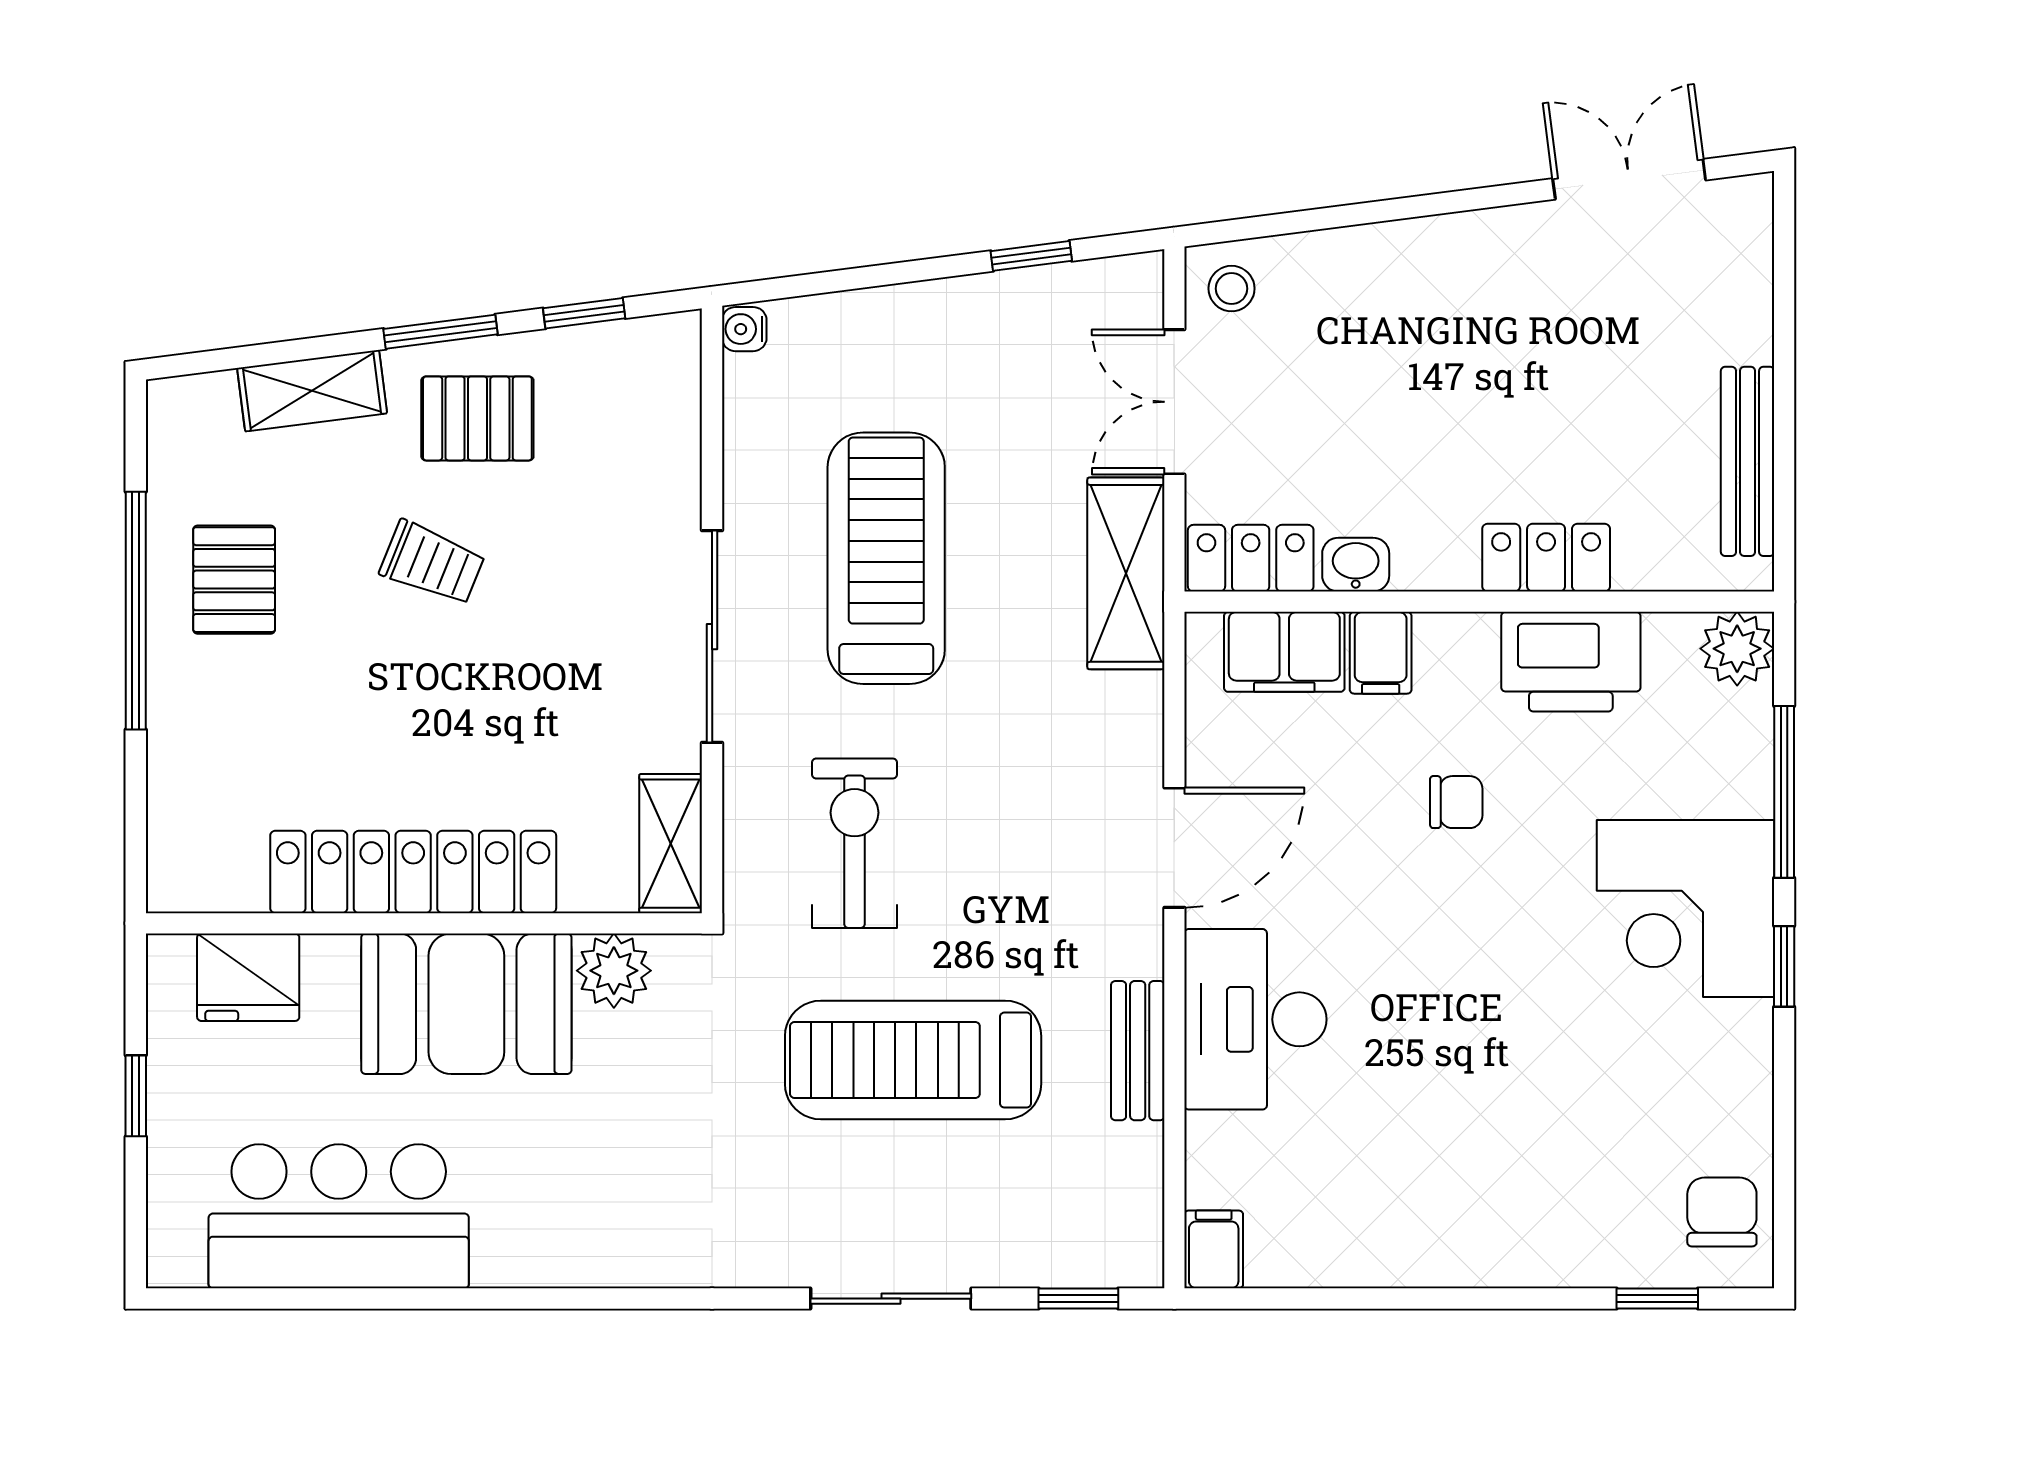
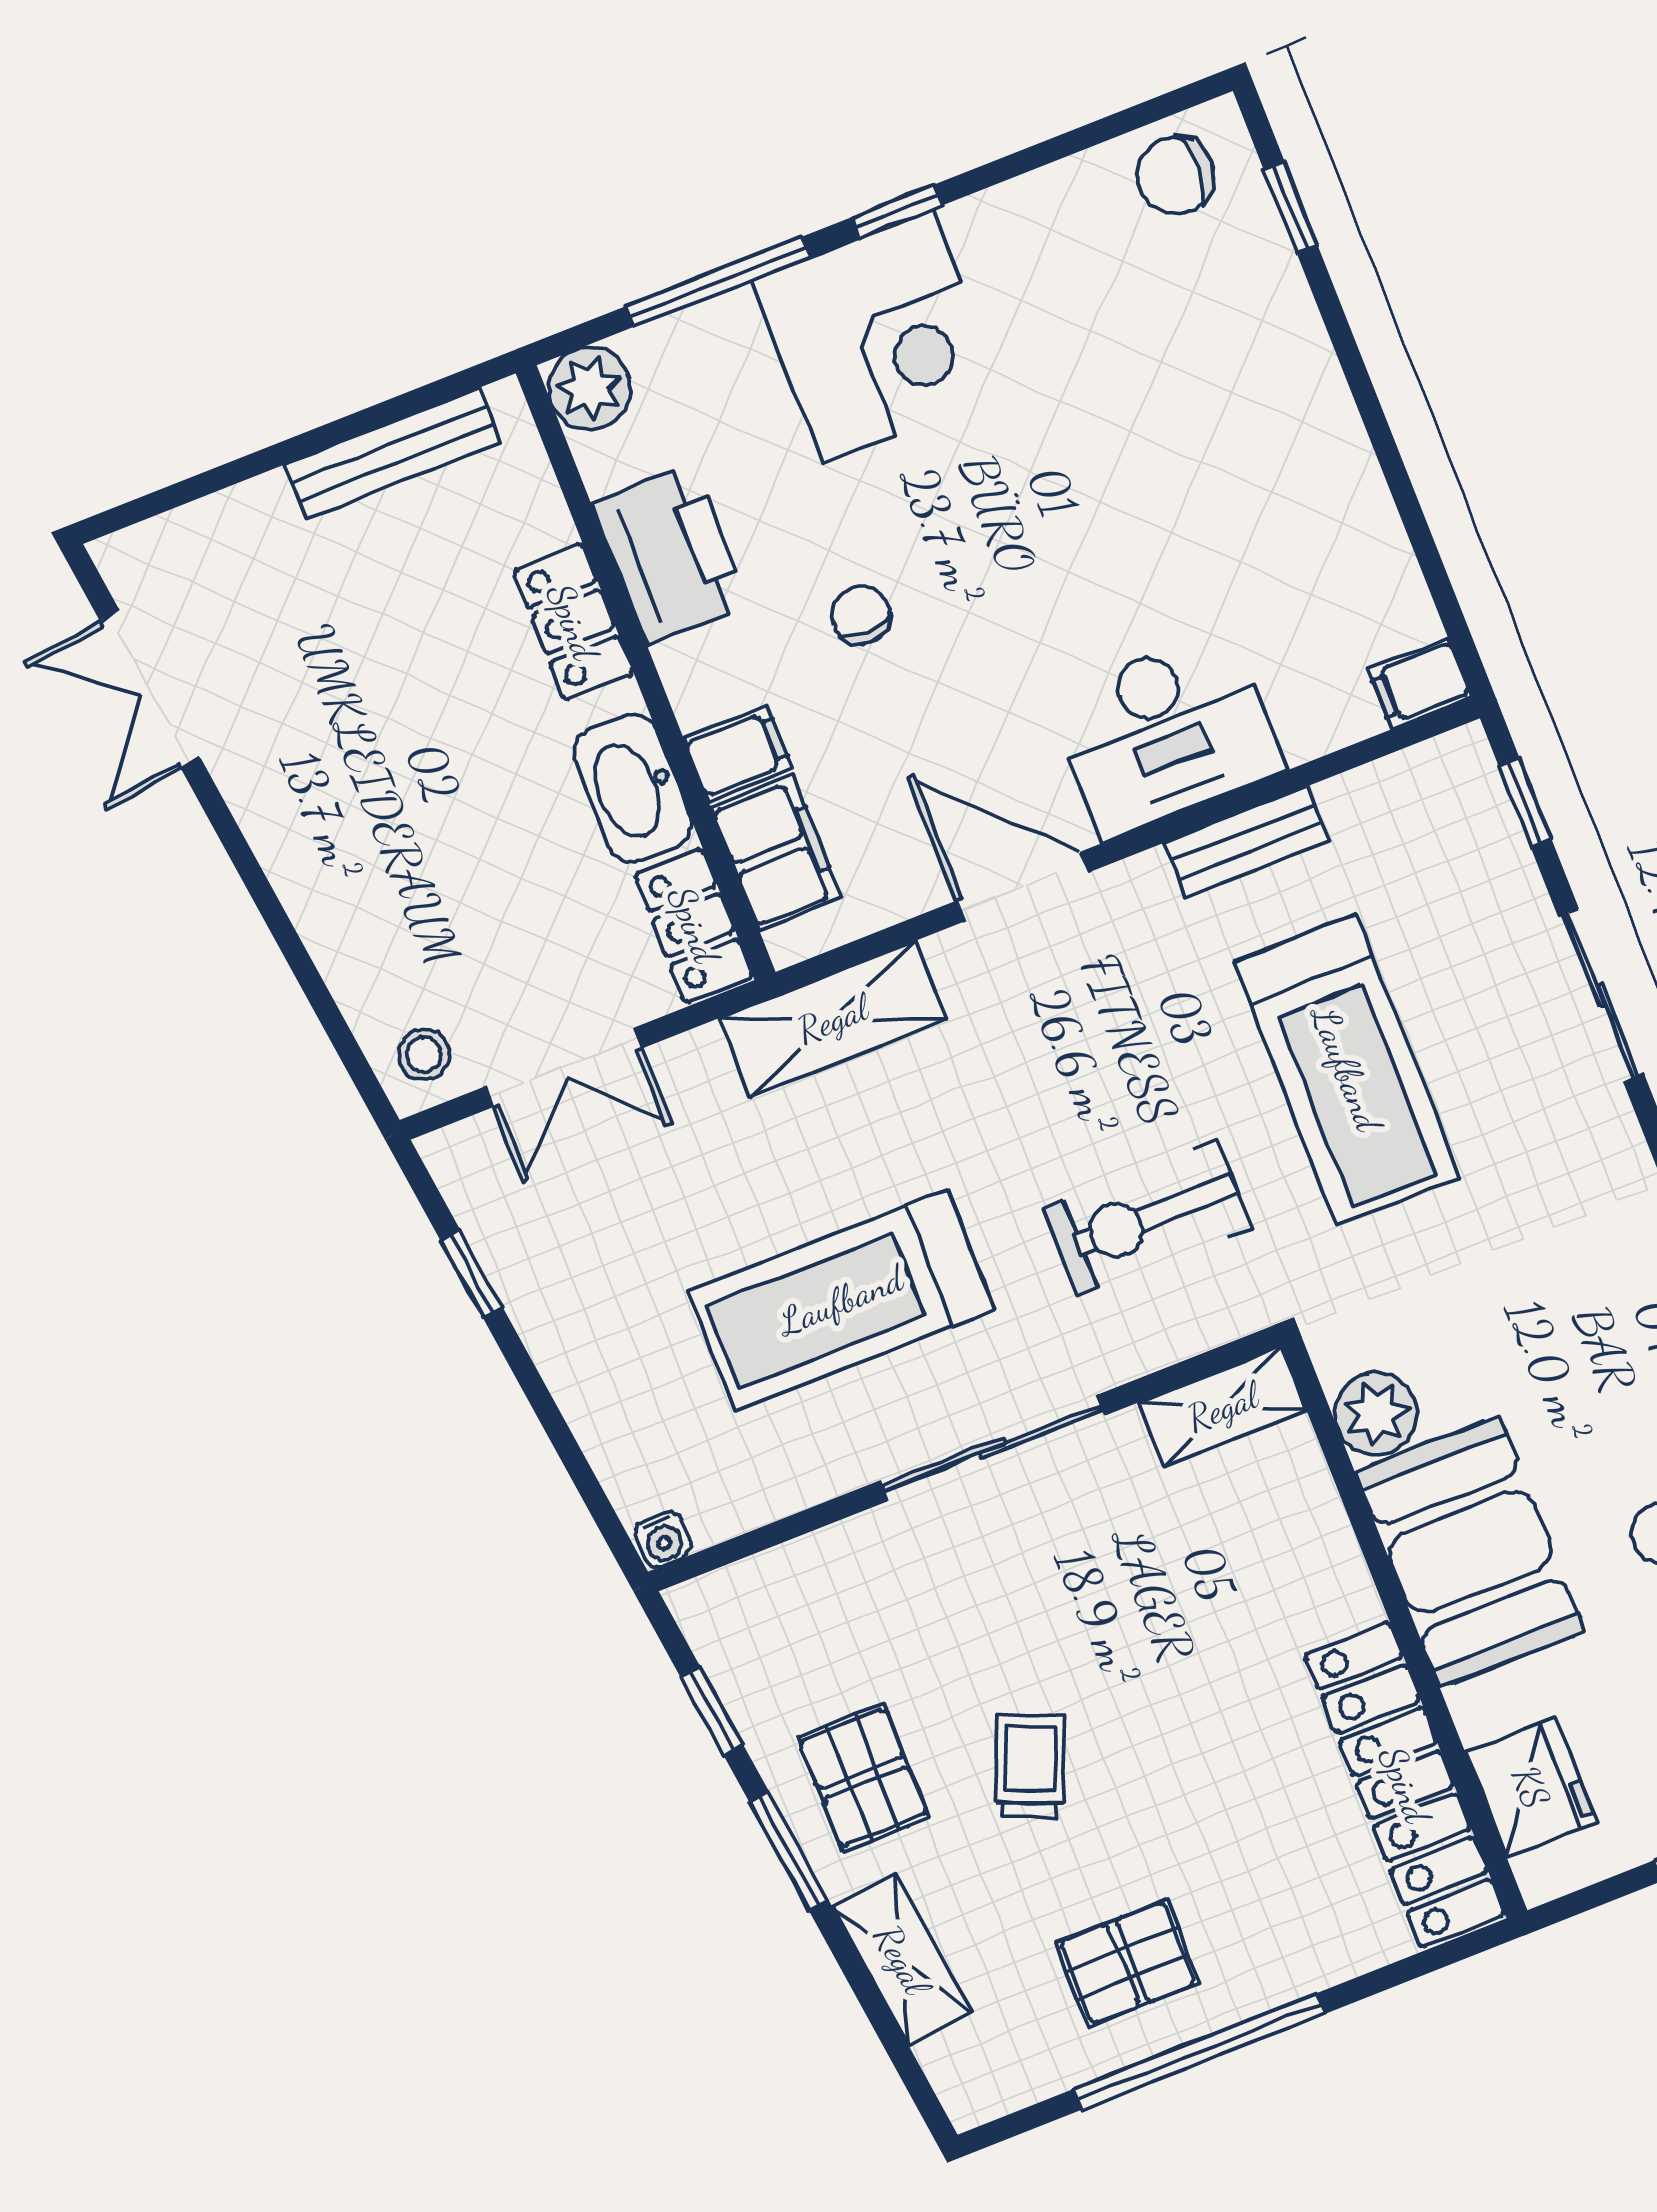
washbasin: (1356, 565) -> (633, 788), width x1.91, depth x1.45
shelving: (1126, 573) -> (832, 1019), moved
locker: (413, 872) -> (1405, 1785), moved

